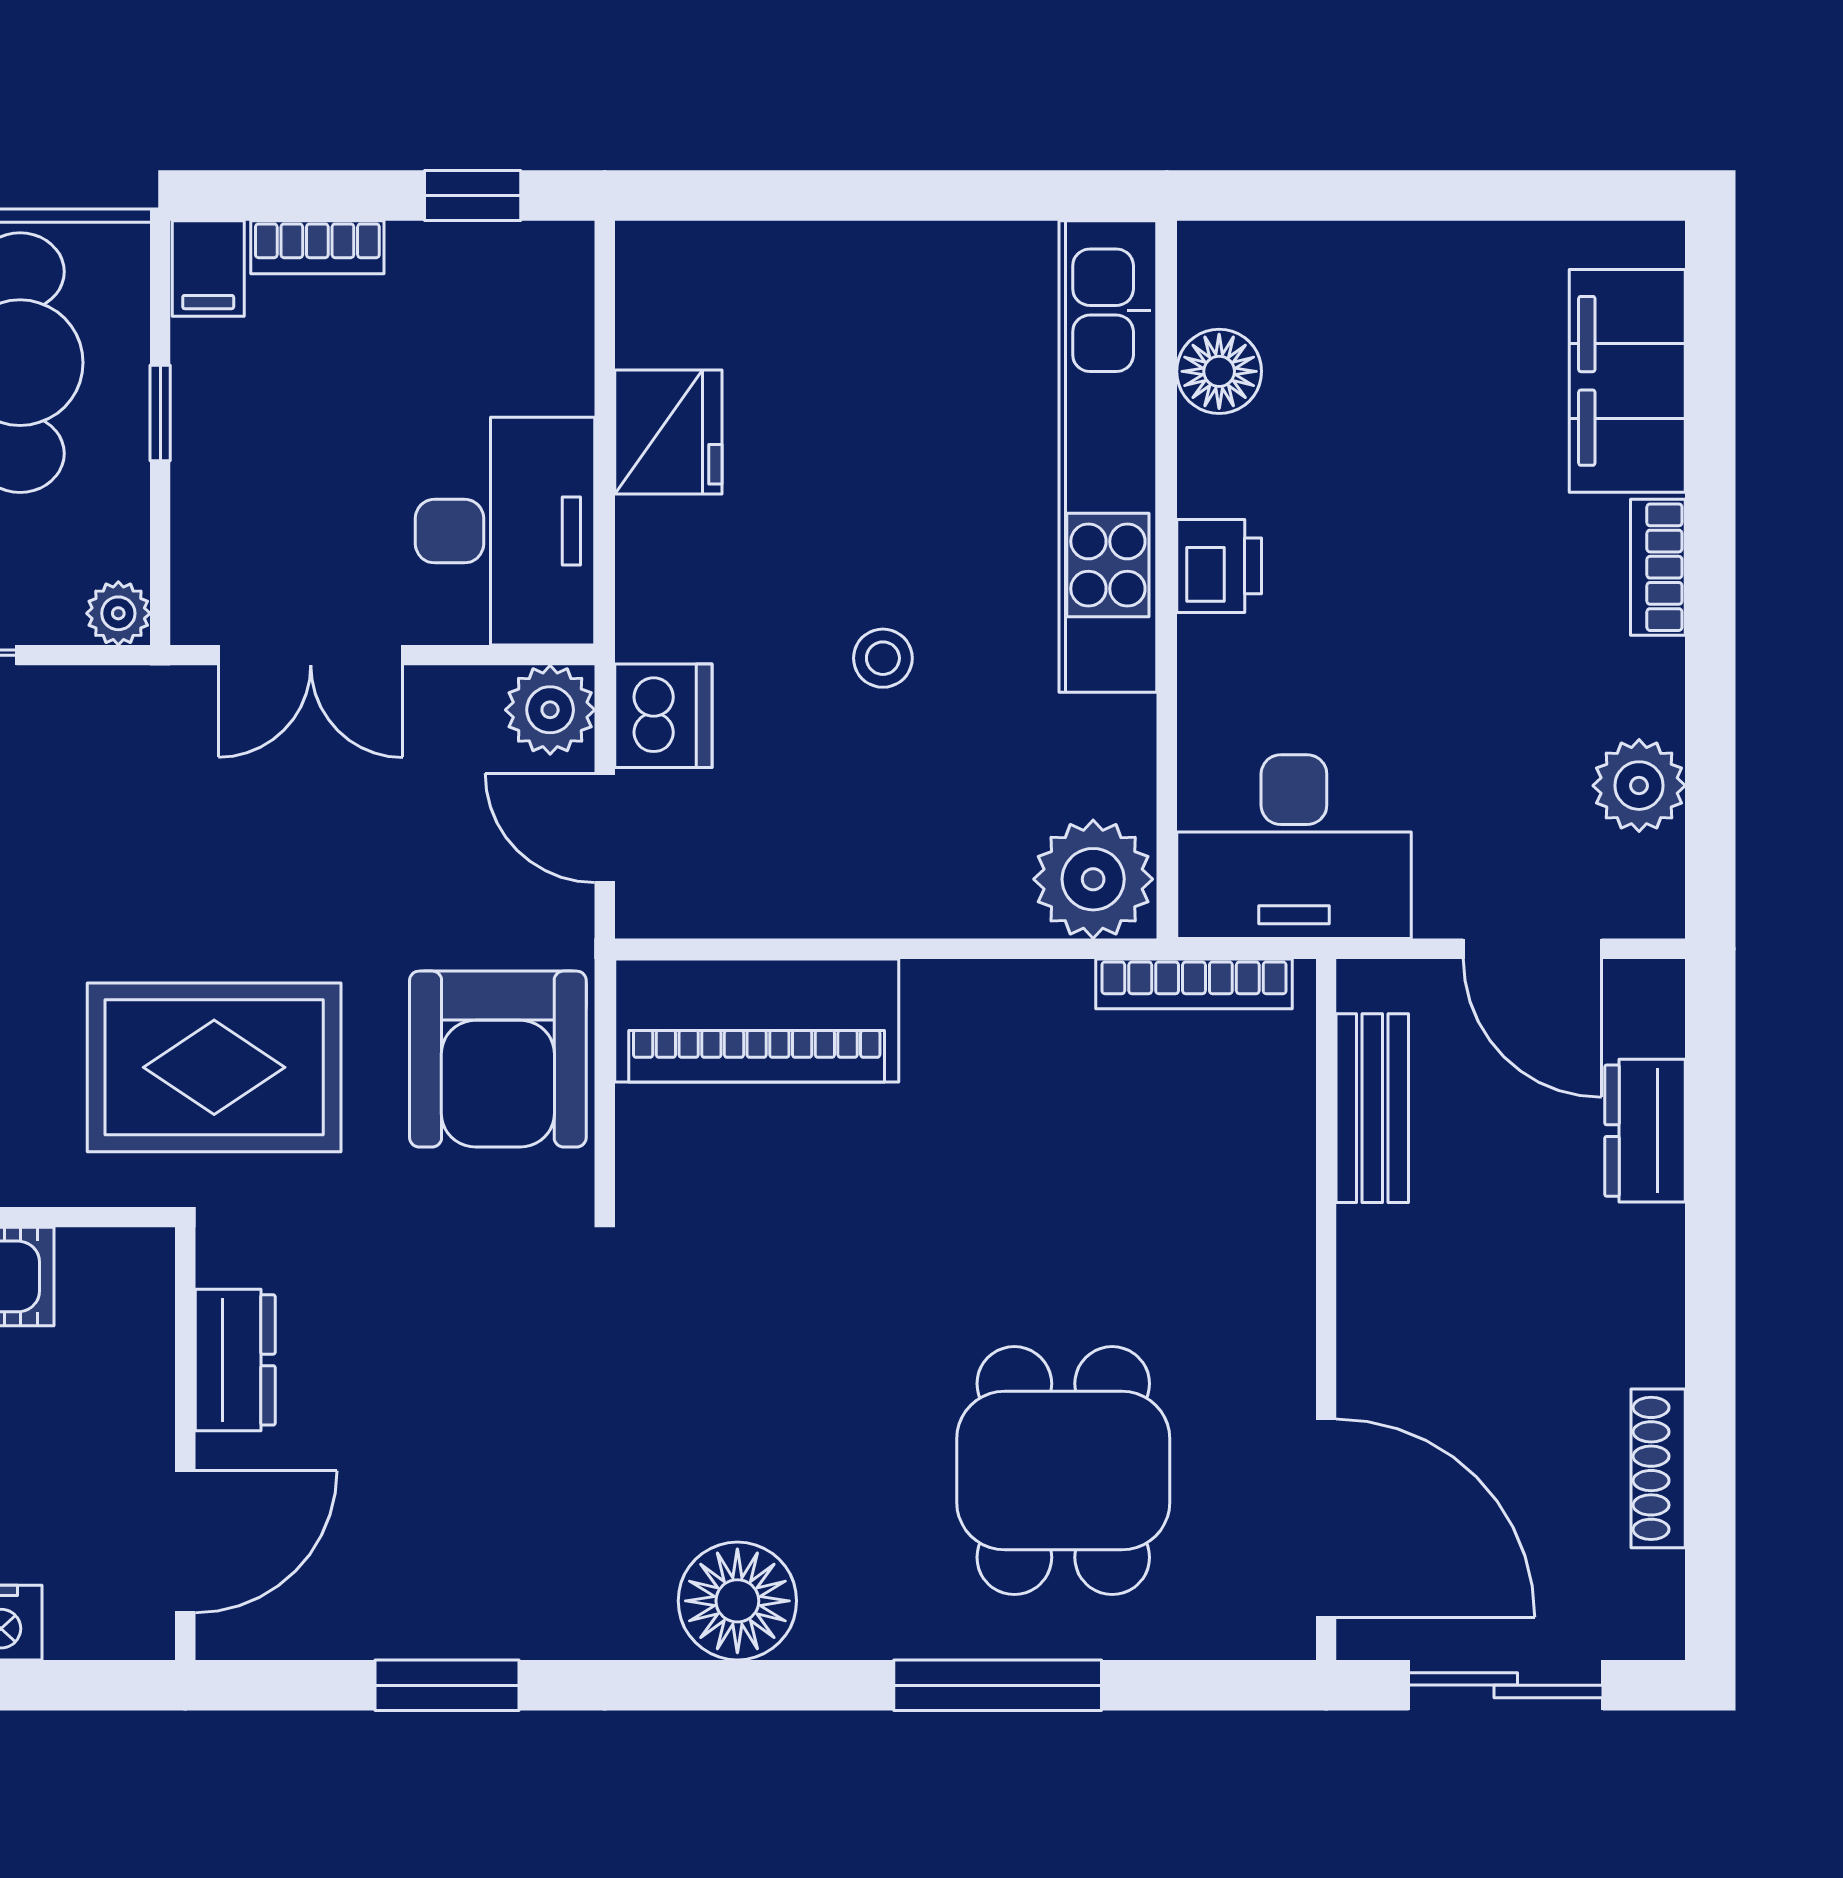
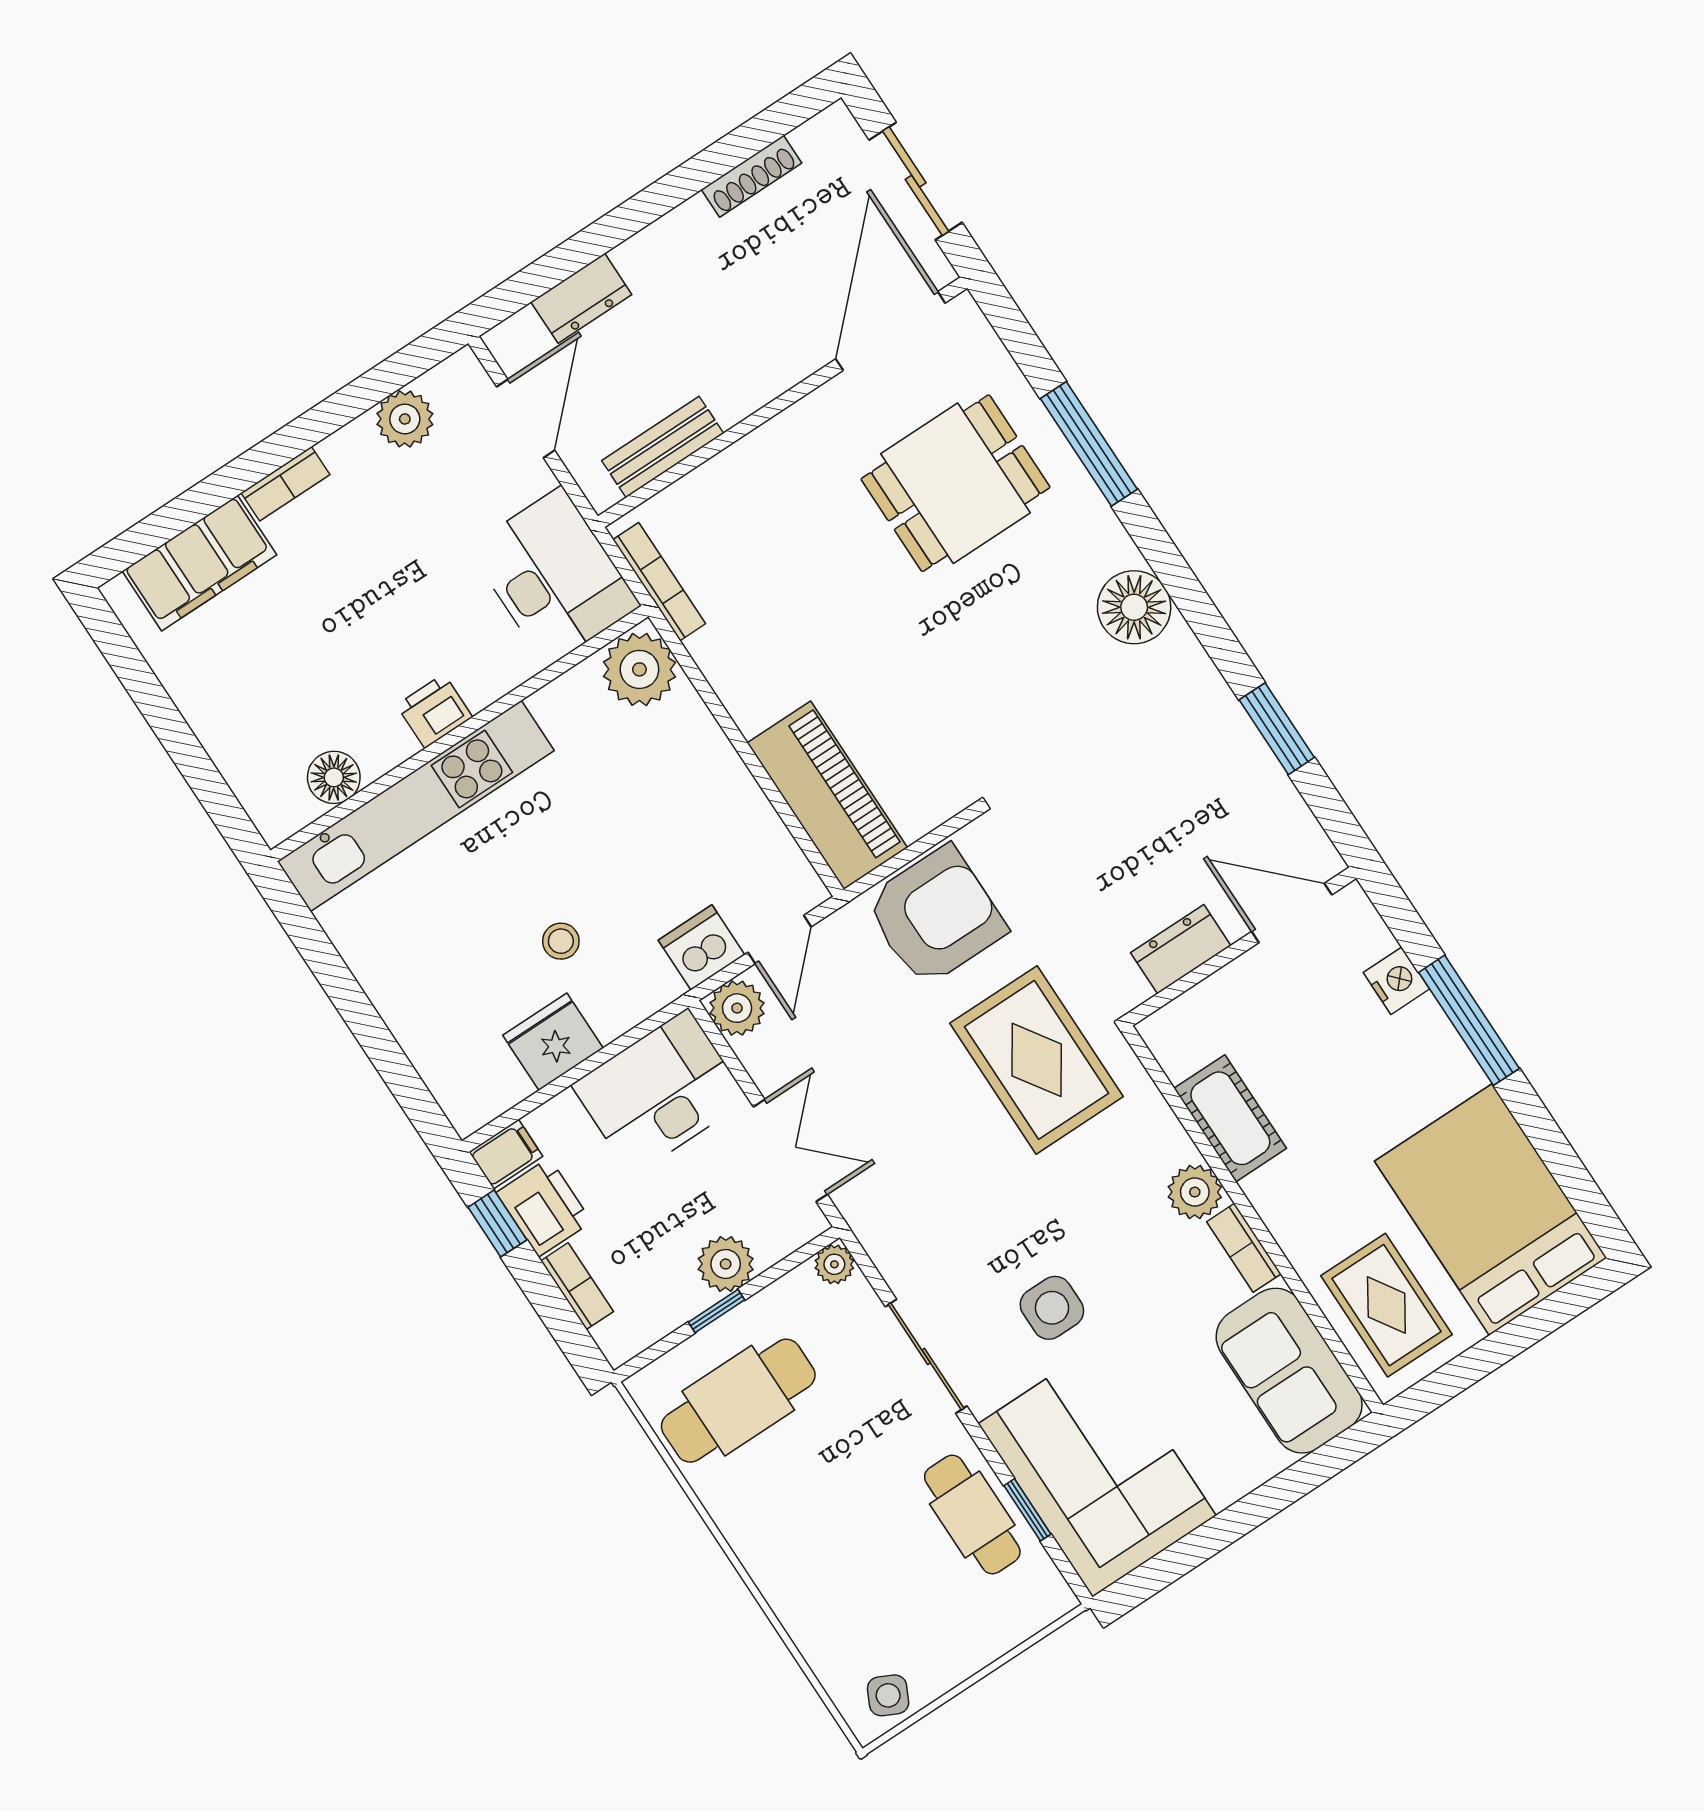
filing cabinet: (208, 269) -> (506, 1154), moved
printer: (453, 272) -> (544, 1207), added
plant: (215, 467) -> (726, 1264), added
stool: (883, 658) -> (561, 941), moved

